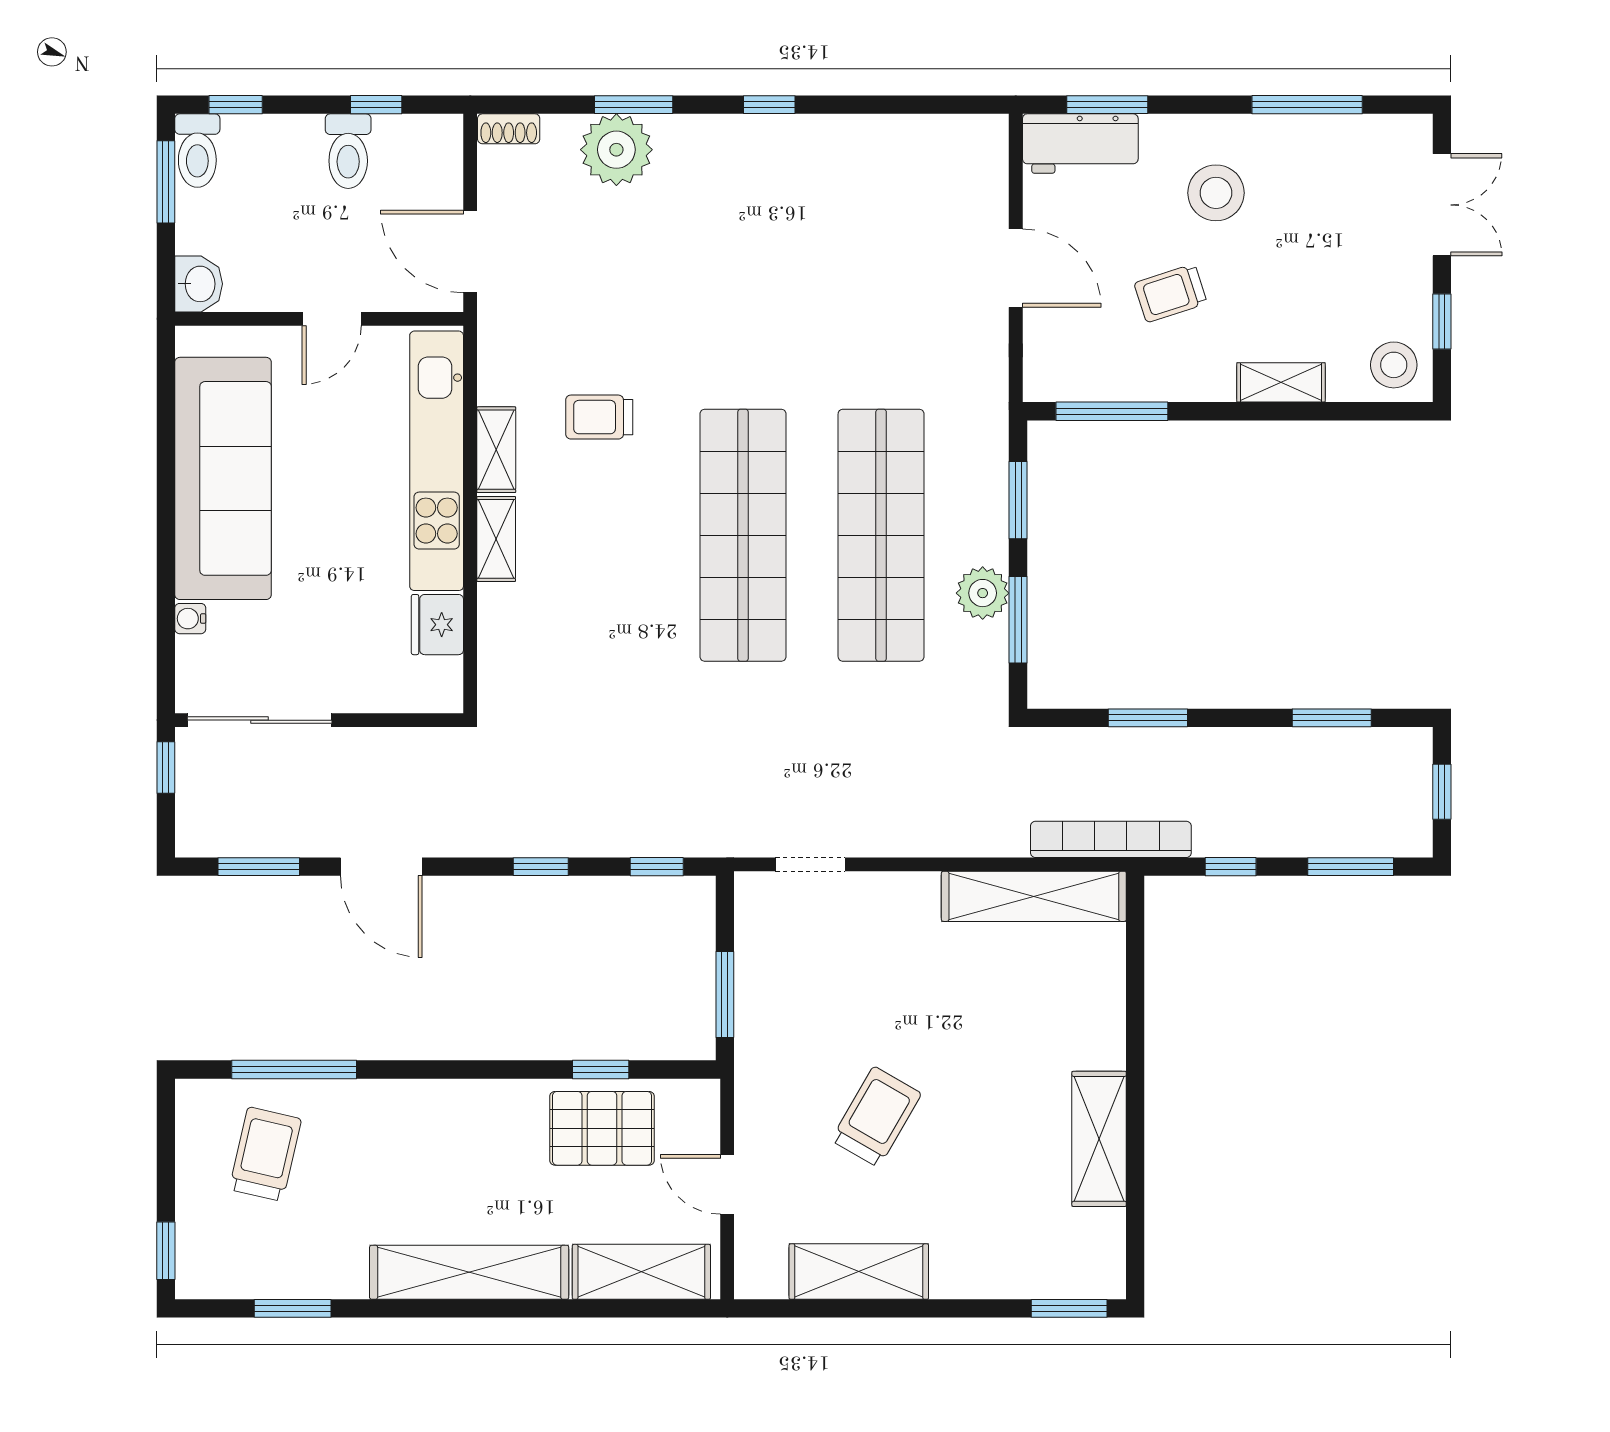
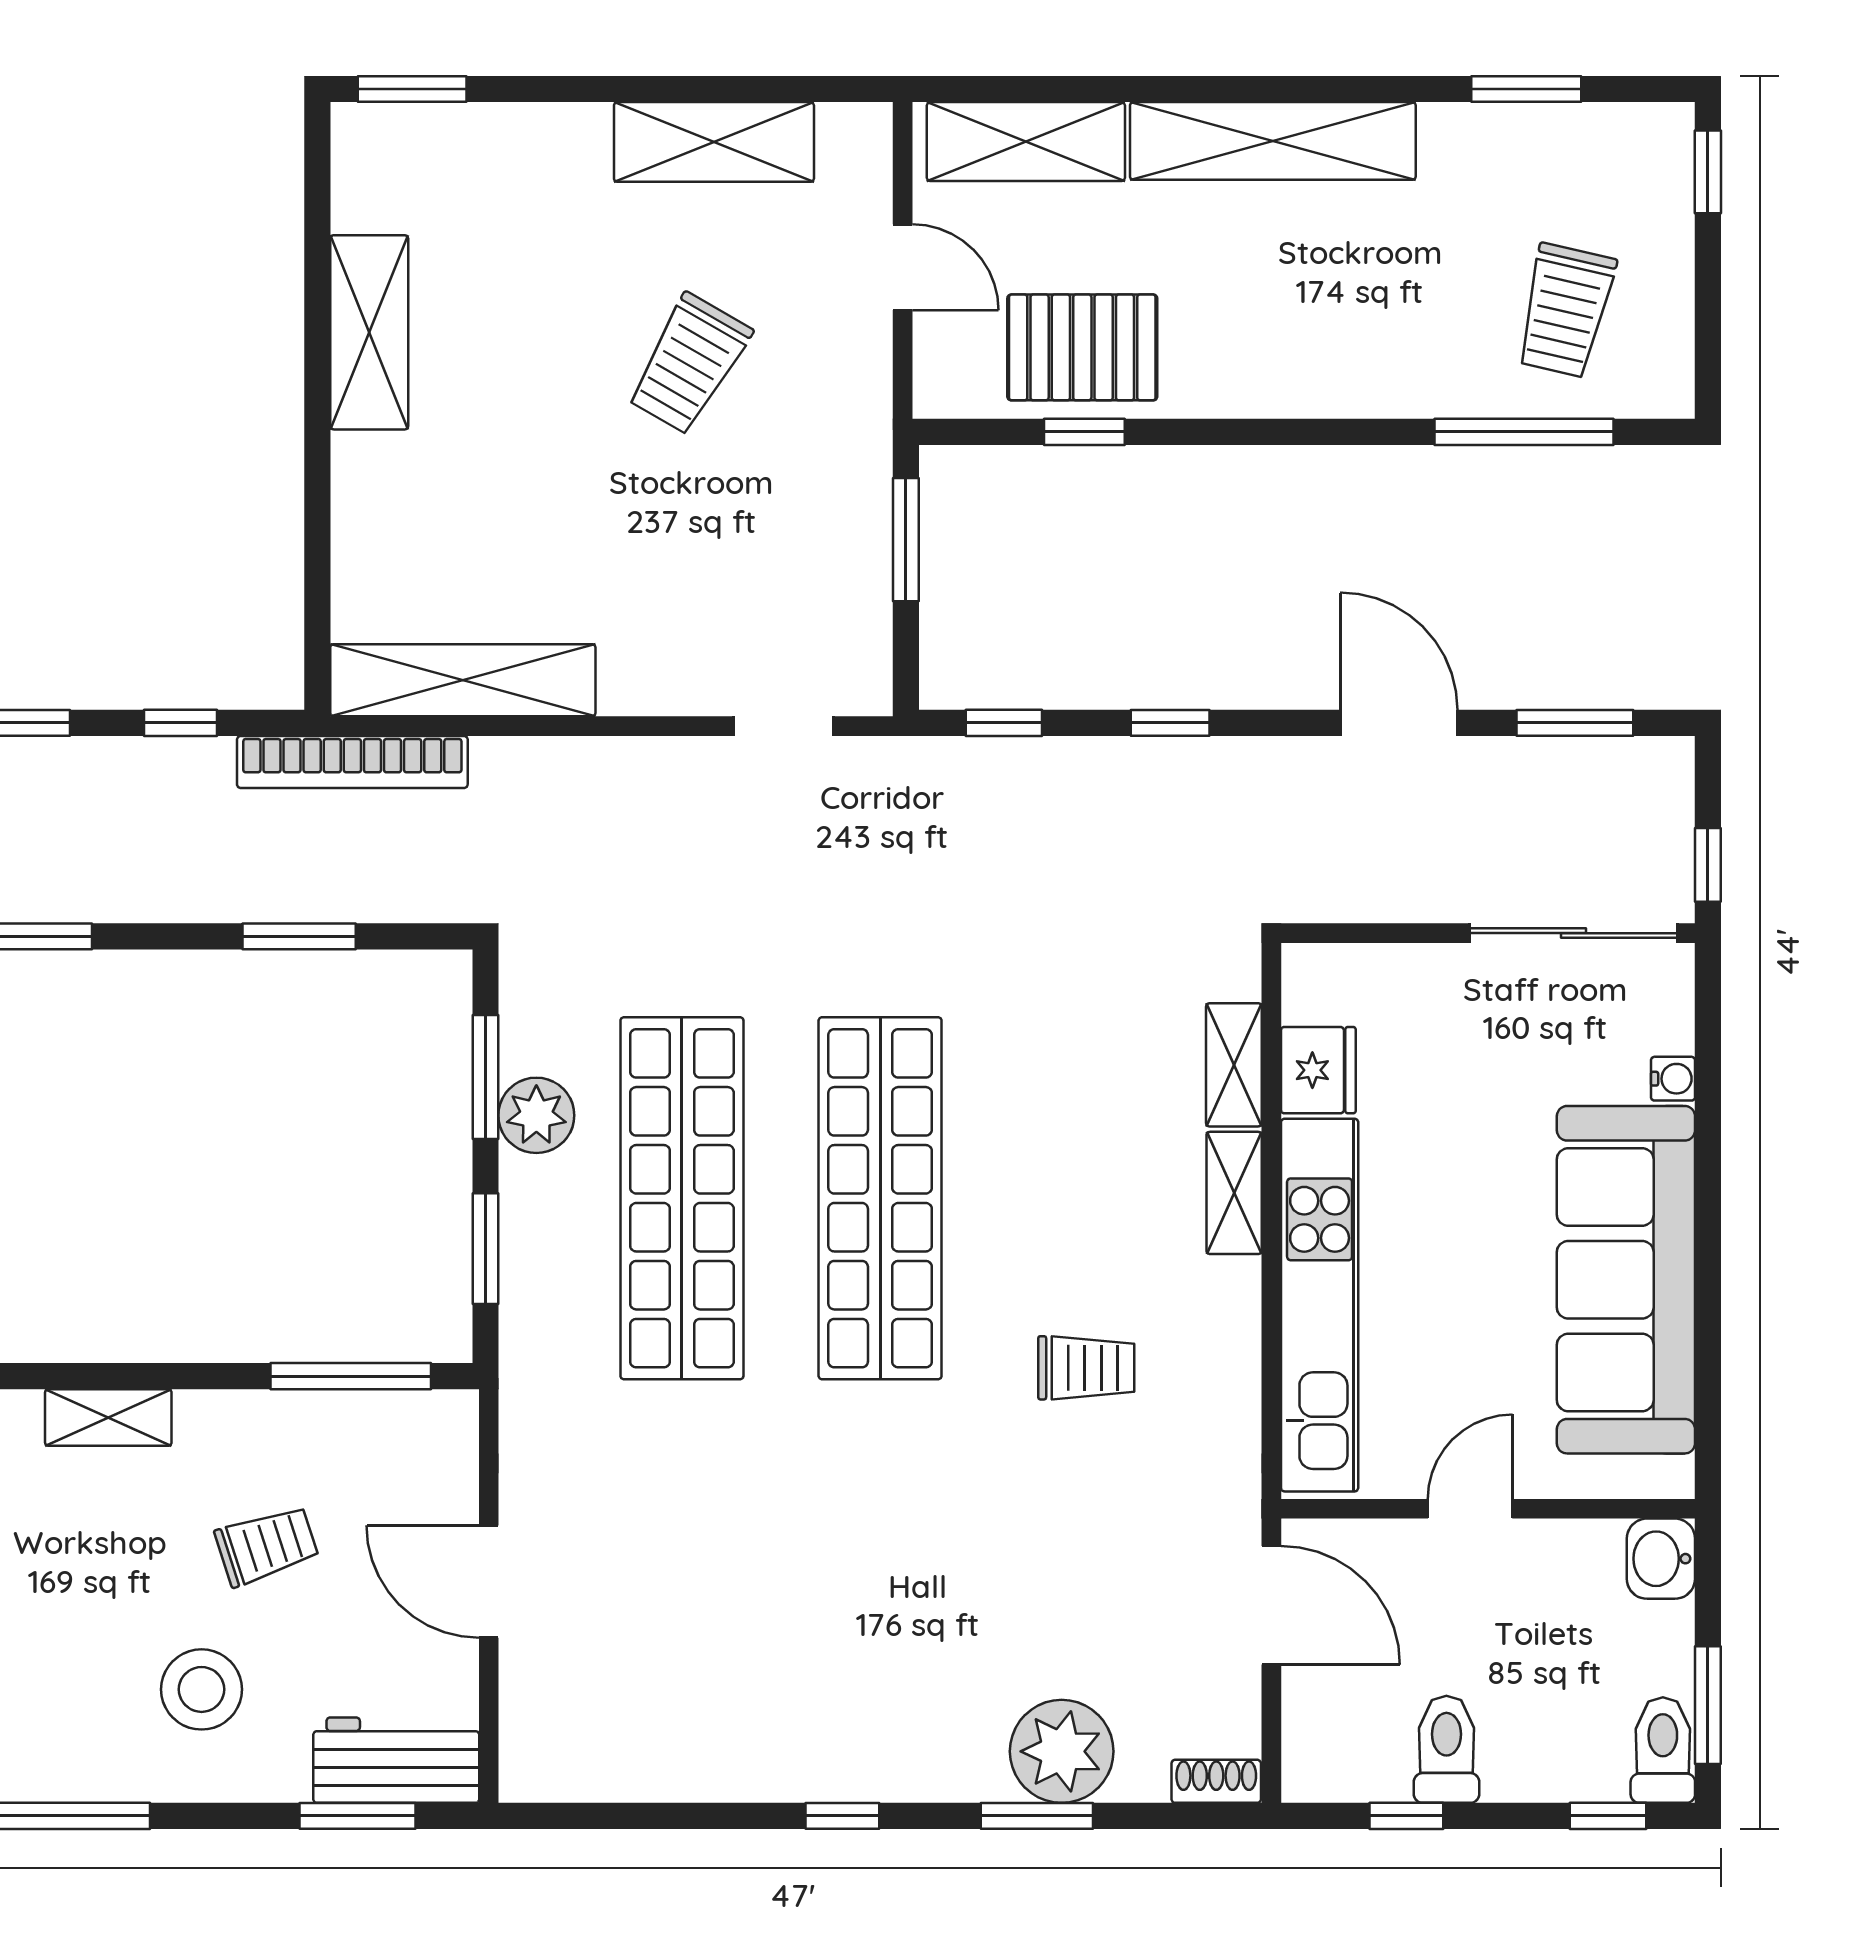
shelving: (496, 450) -> (1234, 1065), moved

